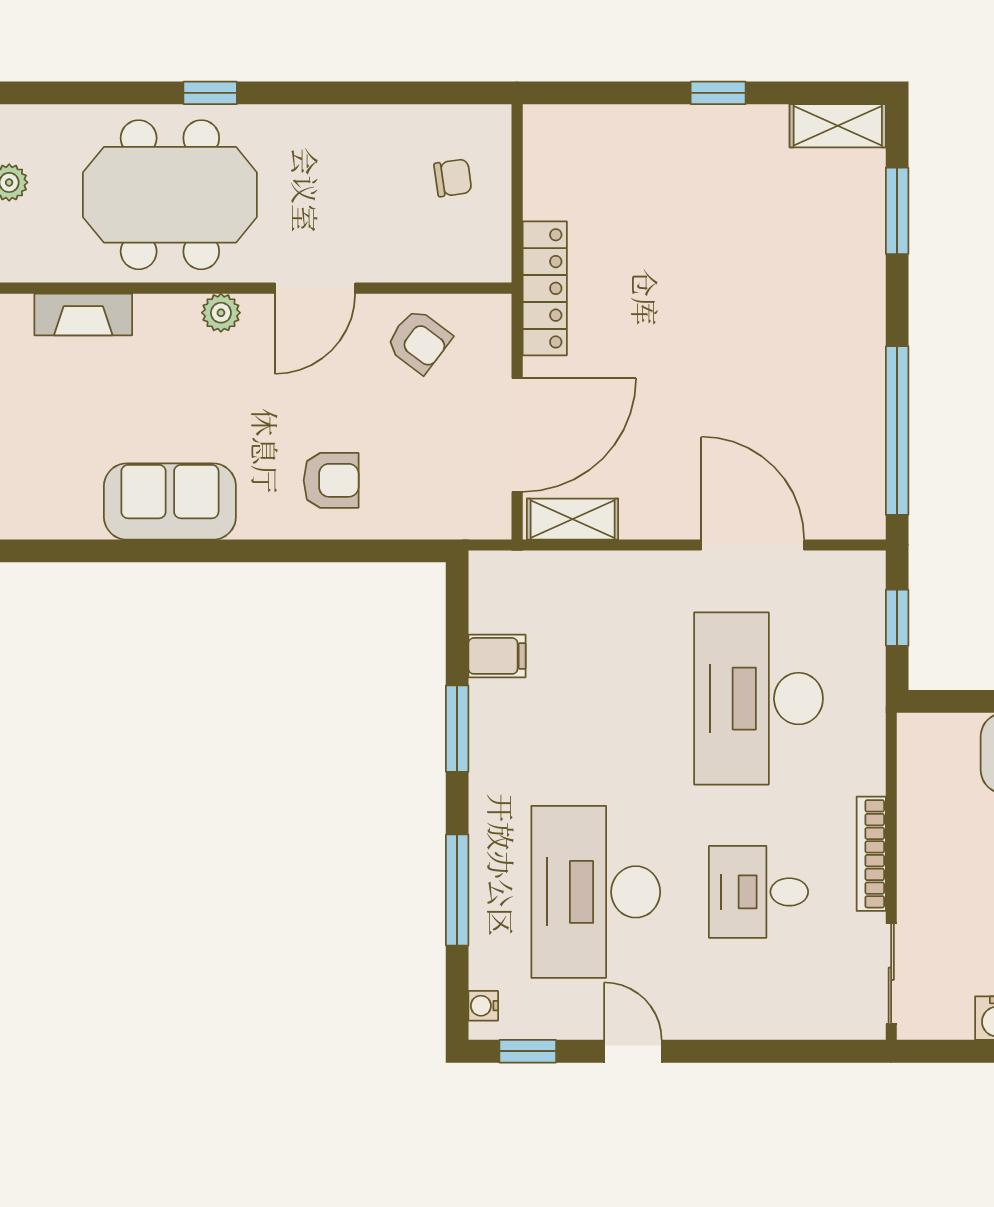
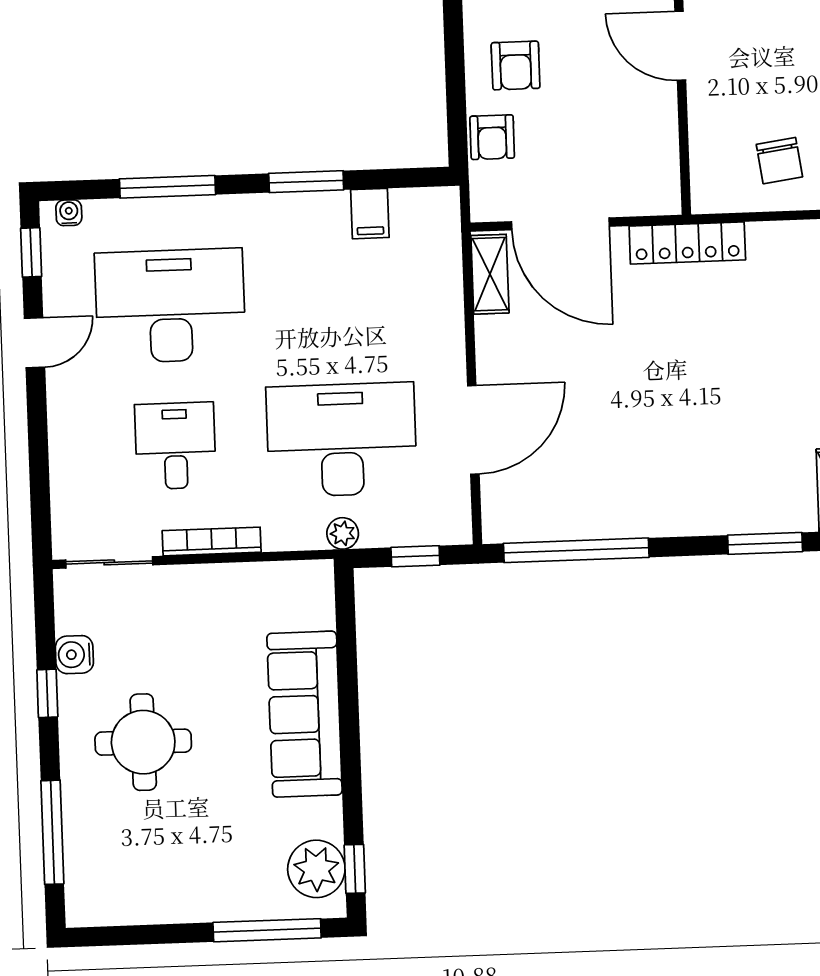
chair: (453, 178) -> (779, 161), width x1.37, depth x1.37
armchair: (419, 341) -> (492, 137), moved, turned -37
plant: (867, 701) -> (343, 533), added

